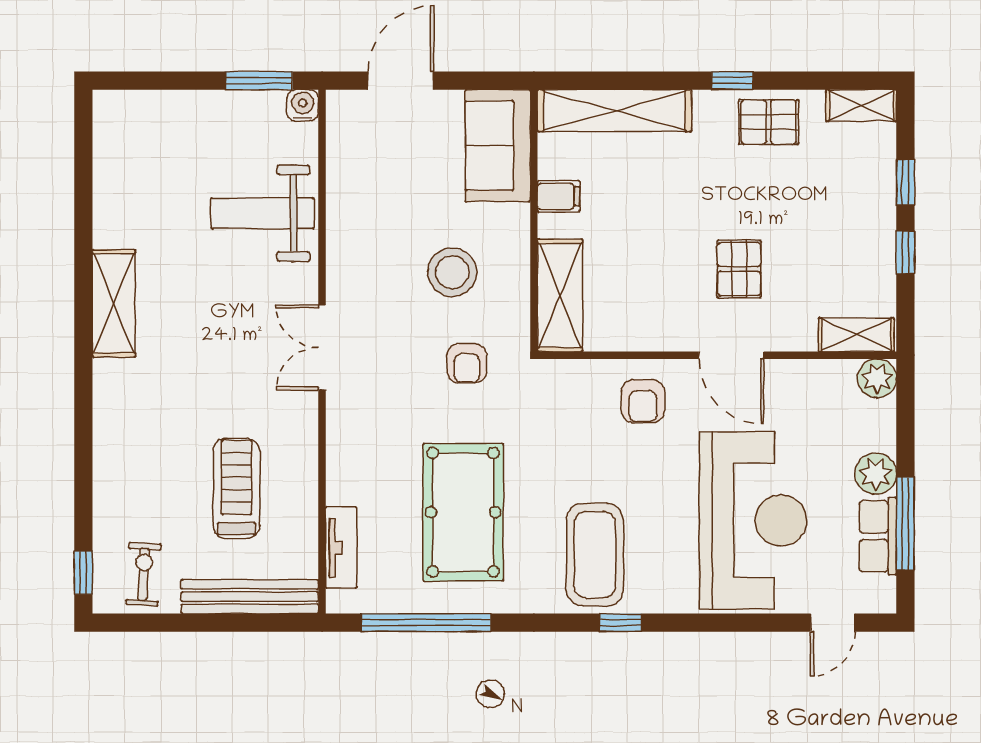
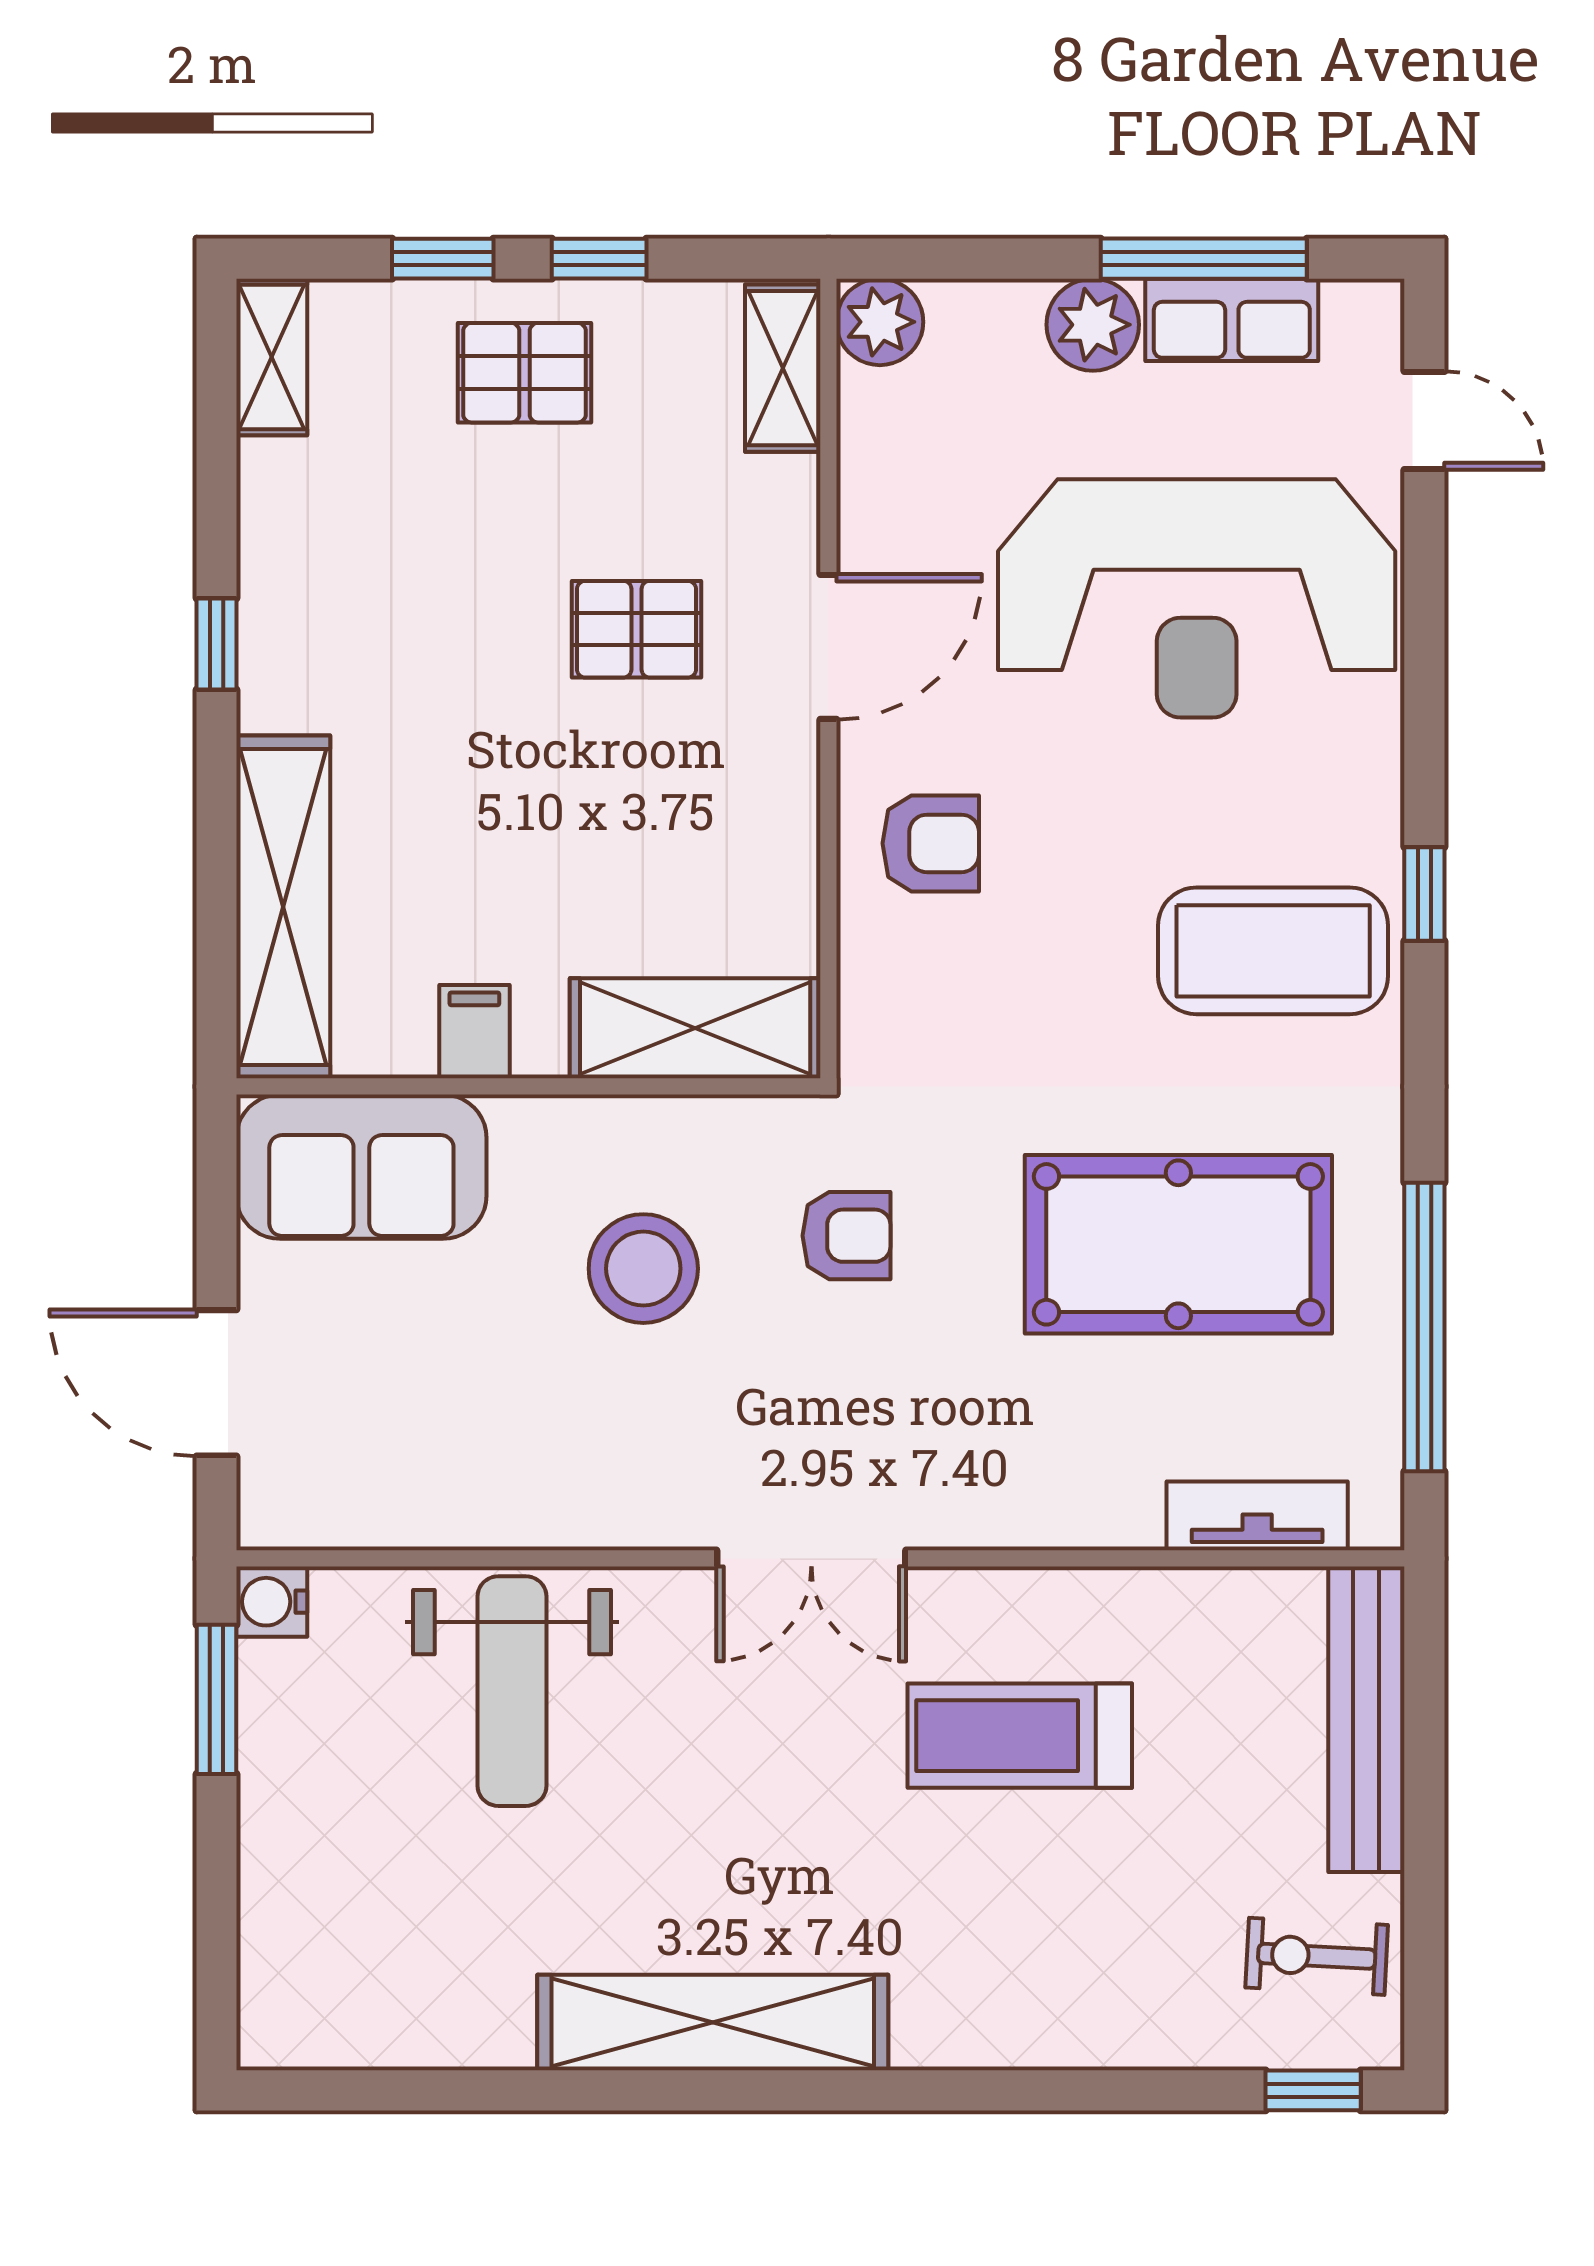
pallet: (769, 122) -> (524, 373), moved, turned 90
shelving: (114, 303) -> (713, 2023), width x1.47
treadmill: (237, 488) -> (1020, 1736), moved
reception desk: (753, 520) -> (1197, 598), turned 180

